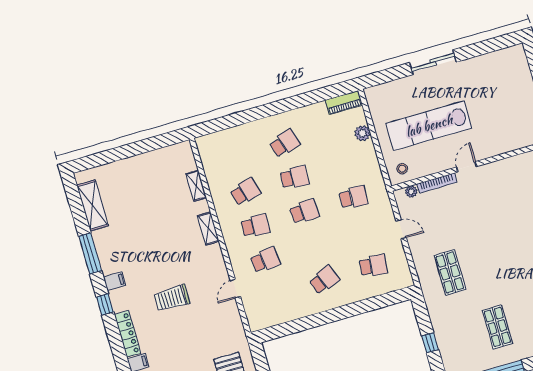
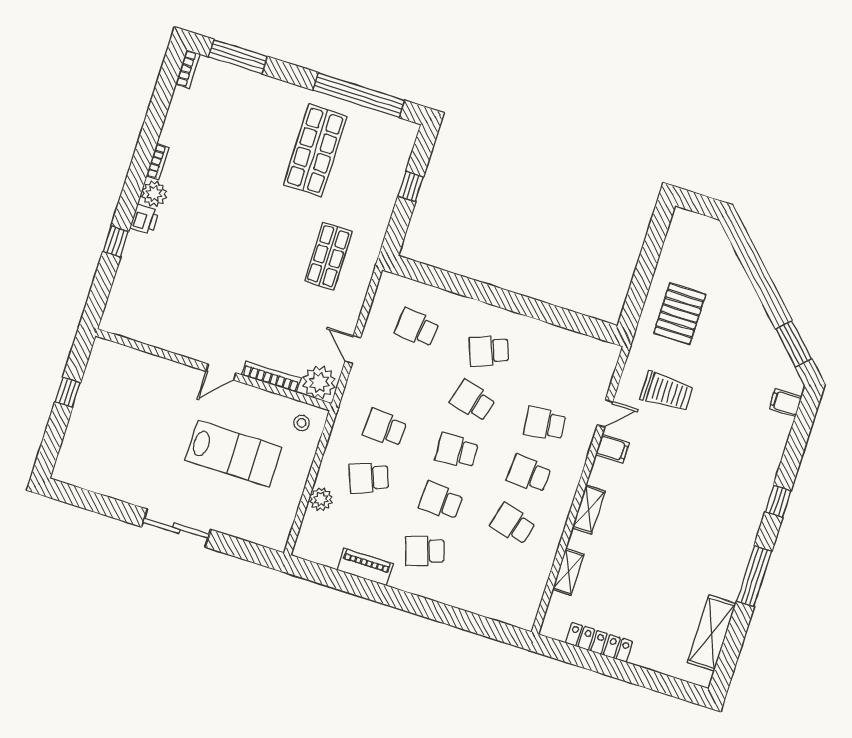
piano: (344, 103) -> (365, 567), moved
lab bench: (429, 126) -> (234, 454), width x0.73
school desk: (344, 163) -> (369, 478), added
school desk: (245, 192) -> (513, 524), turned 30
plant: (411, 192) -> (319, 382), width x1.88, depth x1.88
school desk: (314, 246) -> (473, 401), added
filing cabinet: (115, 281) -> (612, 449), moved, turned 180
trolley: (172, 298) -> (666, 392), moved
shop shelf: (497, 327) -> (315, 150), width x1.43, depth x1.36
locker: (128, 334) -> (599, 642), moved, turned 90

